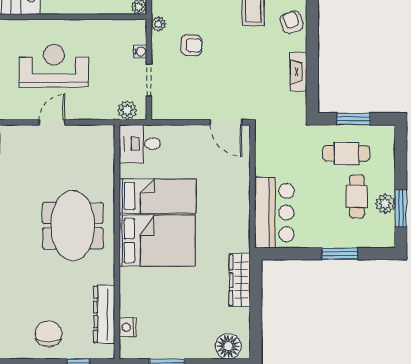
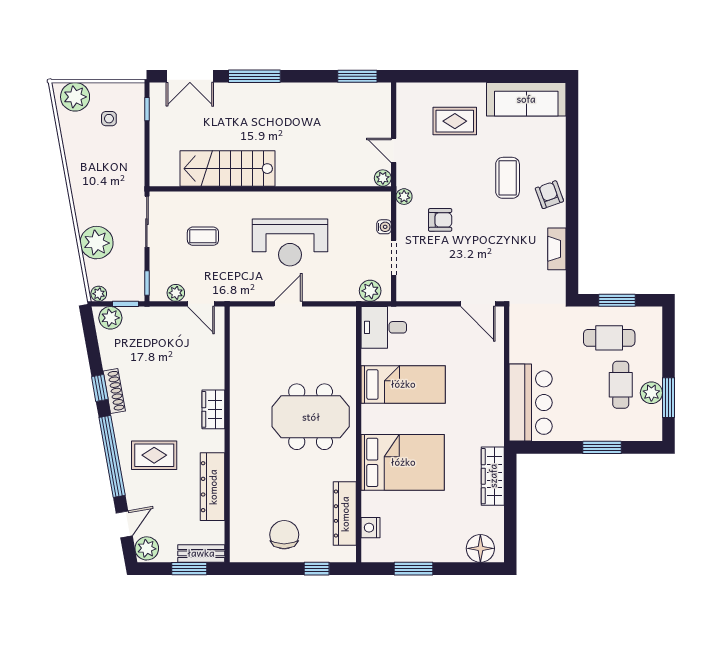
reception desk: (54, 66) -> (290, 242), turned 180
meeting table: (73, 226) -> (311, 417), turned 90
bed: (157, 241) -> (403, 462), moved

